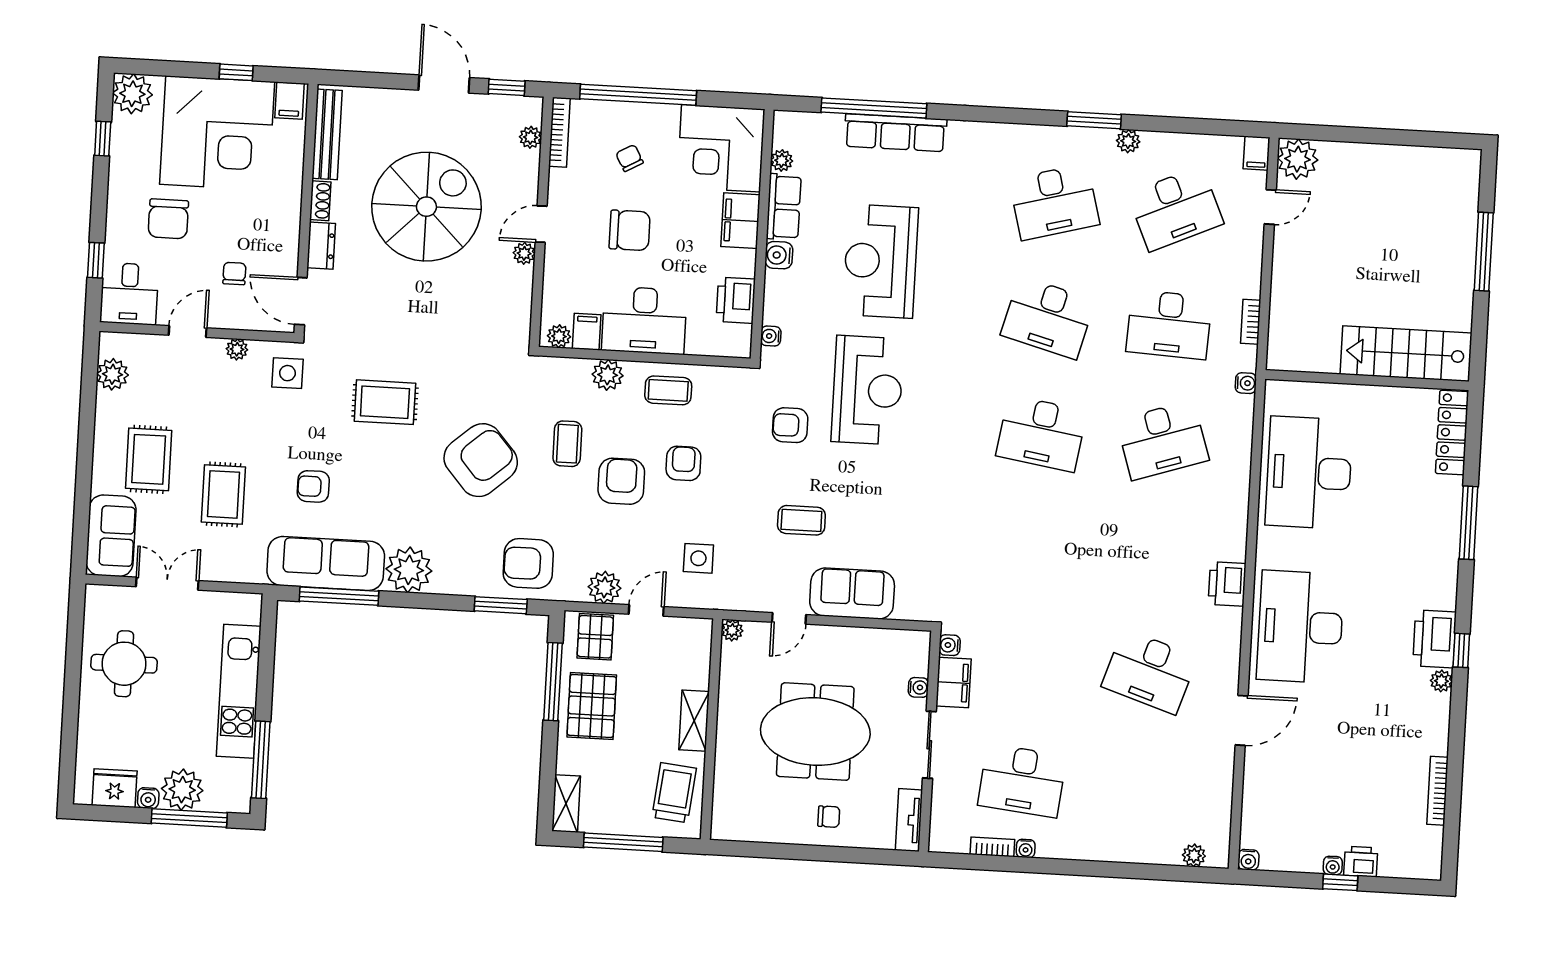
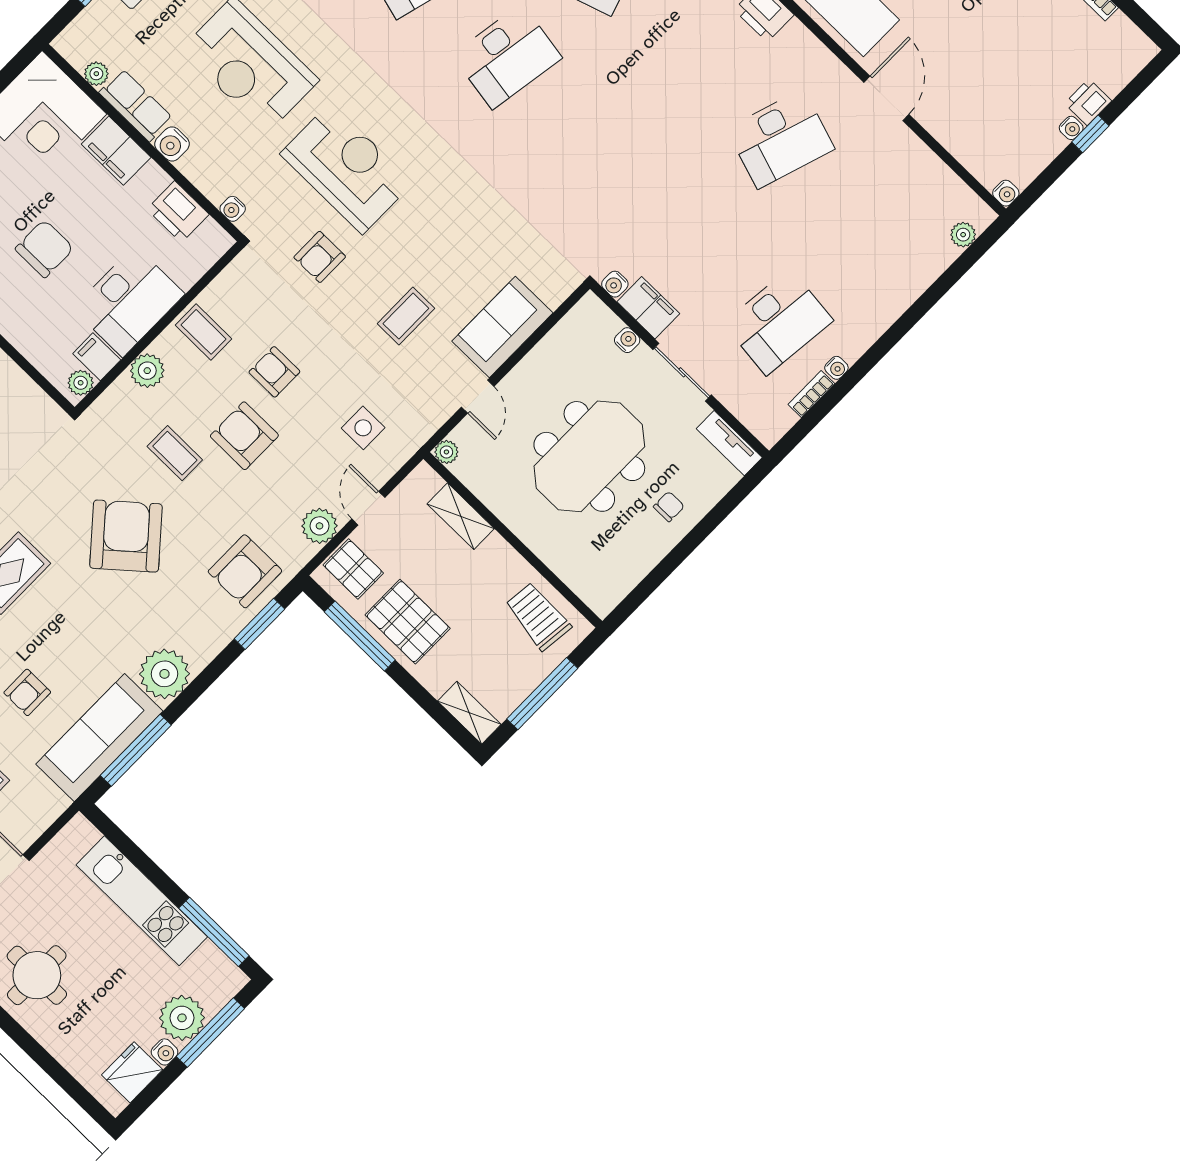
coffee table: (668, 390) -> (204, 332), turned 90
shelving: (694, 721) -> (461, 516), moved

